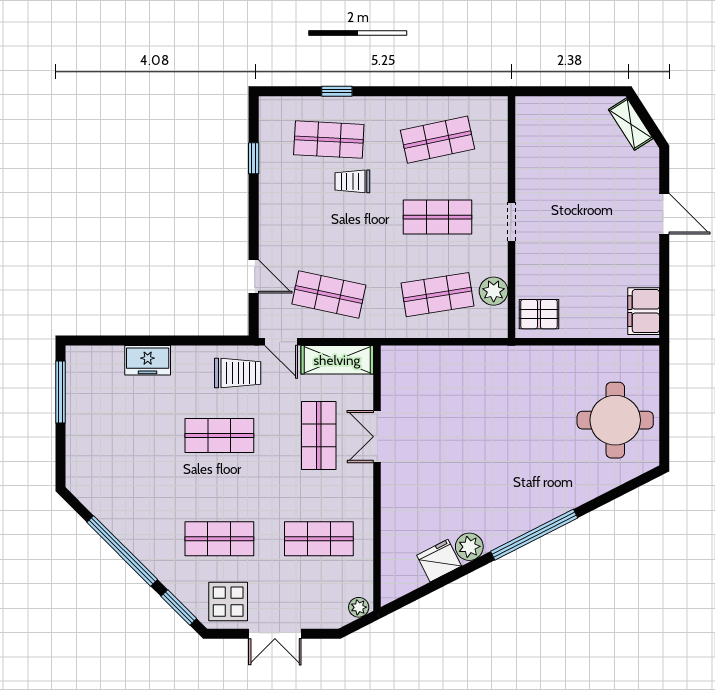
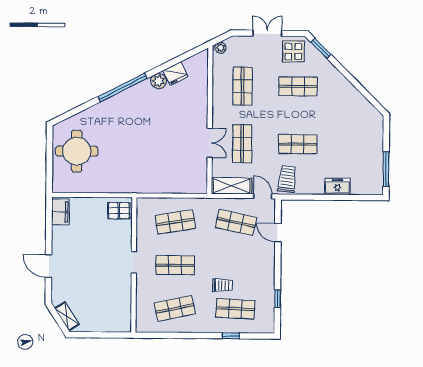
plant: (494, 291) -> (144, 224), removed
trolley: (238, 373) -> (287, 179), turned 97
shop shelf: (319, 539) -> (243, 86), turned 90
window: (122, 551) -> (352, 80), removed

